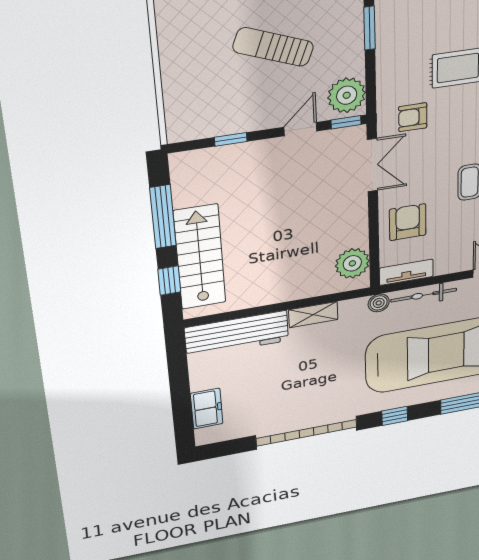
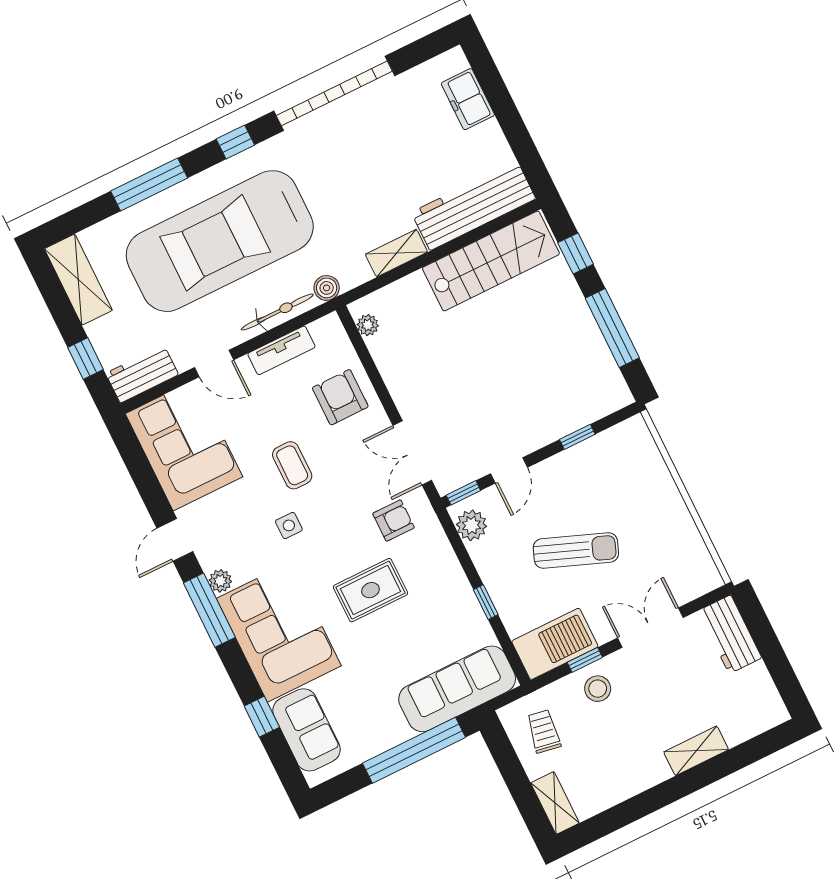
window: (369, 28) -> (486, 602), width x0.67
plant: (347, 95) -> (472, 525), width x0.73, depth x0.73
armchair: (408, 222) -> (340, 397), turned 180
stairs: (200, 257) -> (491, 261), moved, turned -90
plant: (352, 263) -> (368, 325), width x0.53, depth x0.53
tv unit: (406, 272) -> (281, 350), moved

